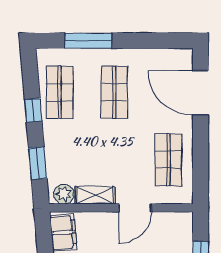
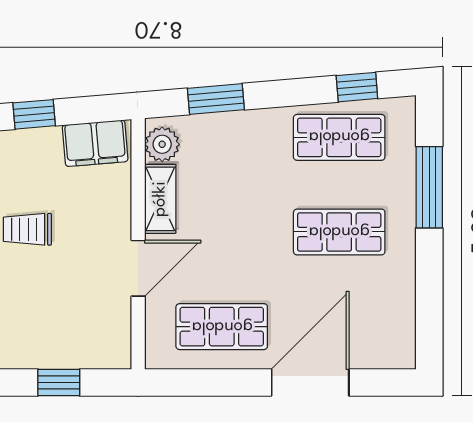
door: (201, 93) -> (310, 382), moved
window: (33, 110) -> (357, 87), moved
door: (135, 208) -> (138, 268), swing flipped

